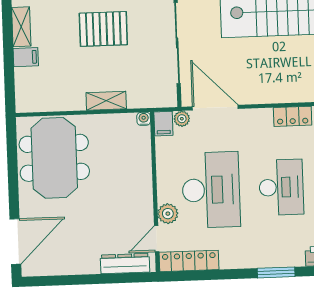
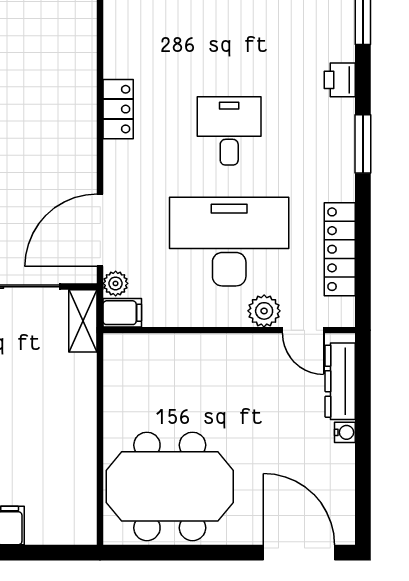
shelving: (106, 101) -> (83, 321), moved
water cooler: (144, 119) -> (345, 432), moved, turned 180
desk: (281, 187) -> (229, 131), width x0.73
locker: (189, 261) -> (340, 249), moved

